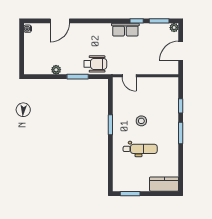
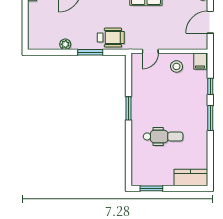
door: (129, 76) -> (150, 51), hinge flipped
filing cabinet: (172, 84) -> (200, 61), added
stool: (141, 121) -> (176, 66), moved

